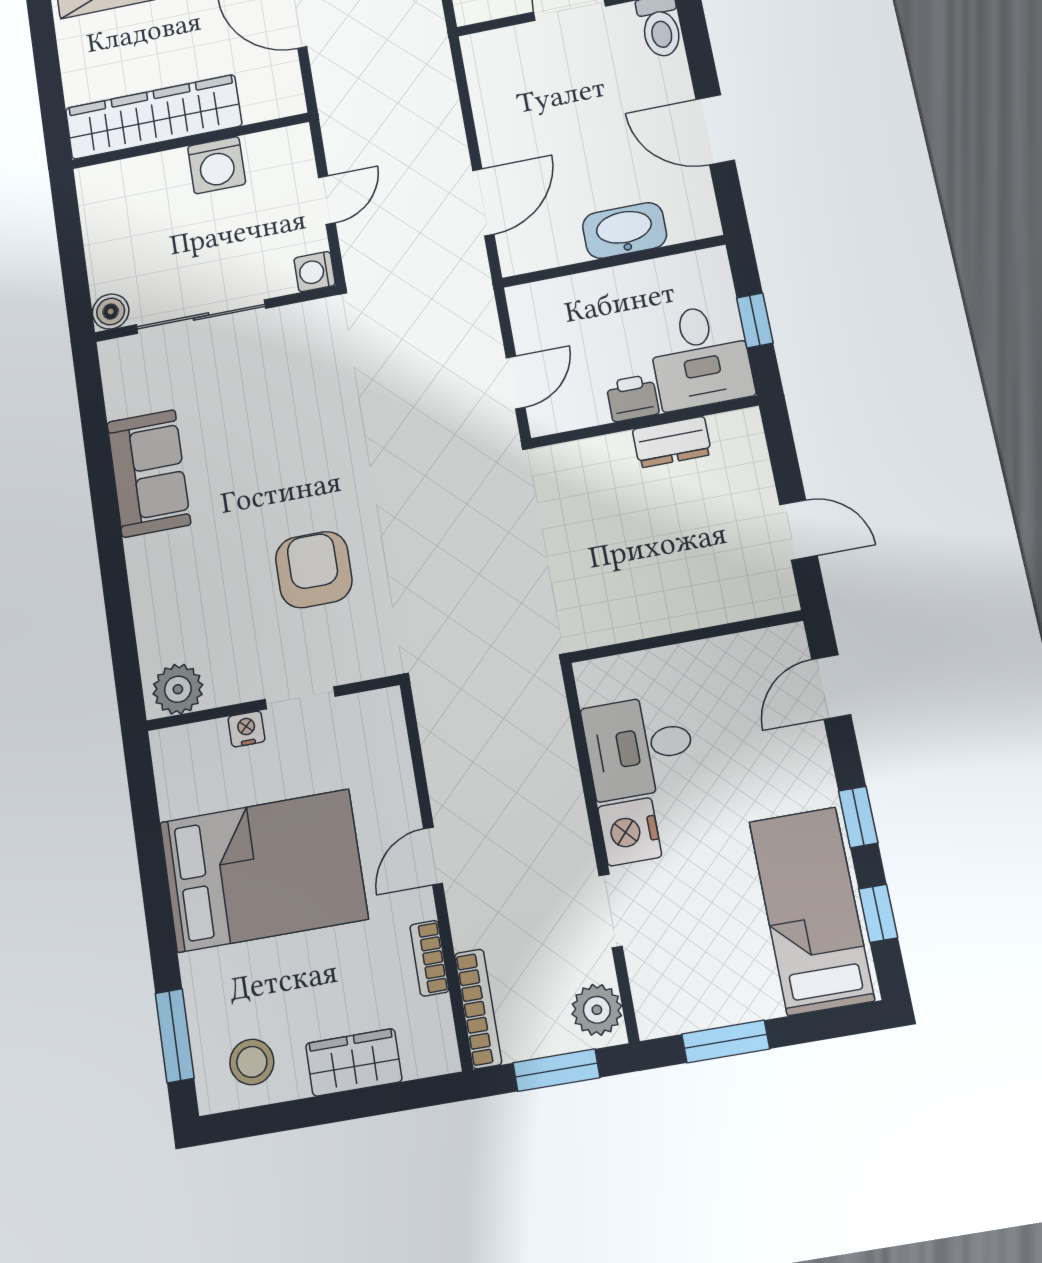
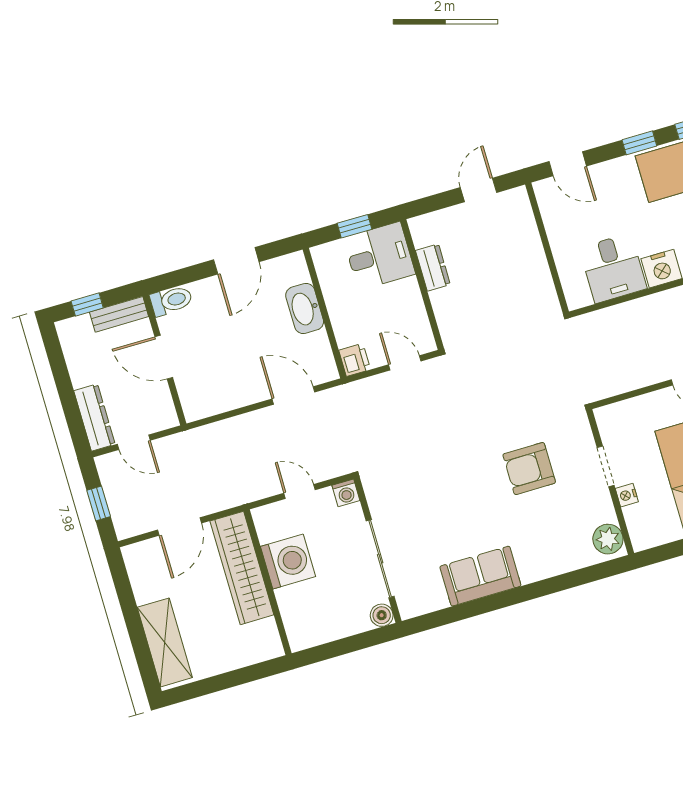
wardrobe: (153, 117) -> (242, 568), moved
washing machine: (217, 165) -> (288, 561), width x1.37, depth x1.37
printer: (632, 398) -> (355, 360), moved, turned 180

